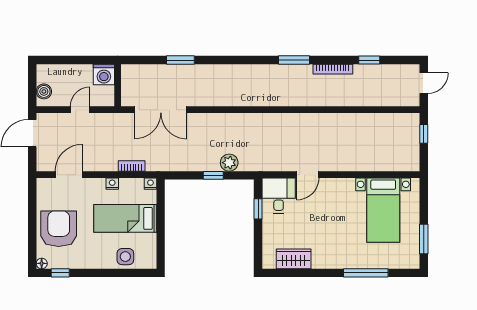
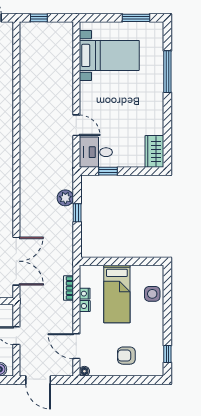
nightstand: (150, 184) -> (85, 294), moved
armchair: (59, 229) -> (126, 356), width x0.53, depth x0.53
wardrobe: (294, 259) -> (154, 151), moved
floor lamp: (42, 263) -> (84, 371), moved

